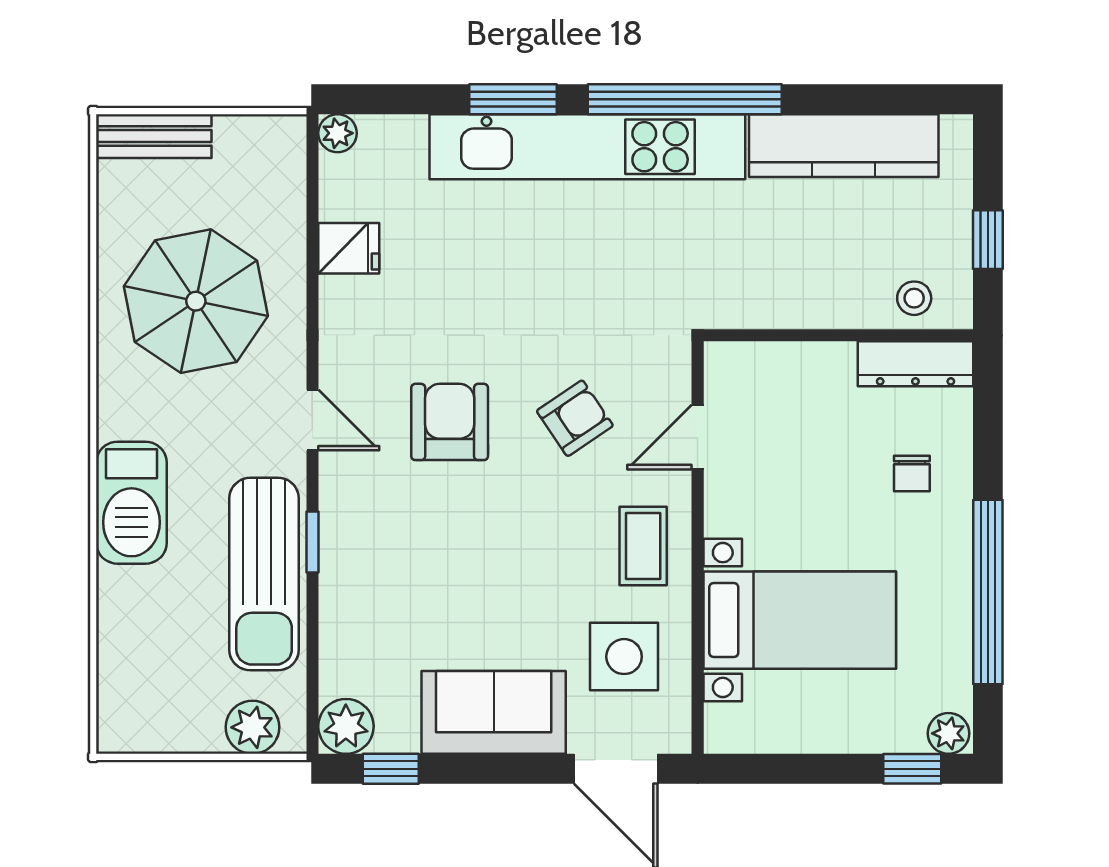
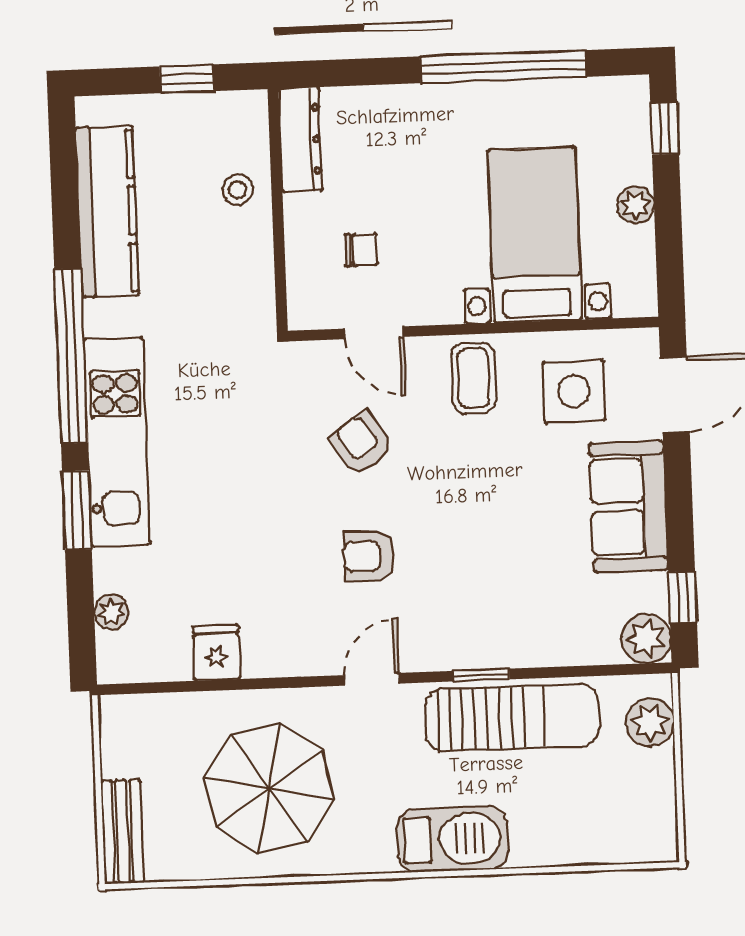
plant: (338, 133) -> (111, 612), moved
kitchen unit: (587, 147) -> (117, 442), width x0.73
stool: (914, 298) -> (238, 190), moved
armchair: (450, 422) -> (369, 556), width x0.72, depth x0.72
chair: (912, 473) -> (361, 250), moved
coffee table: (643, 546) -> (474, 378), turned 90
plant: (948, 733) -> (636, 205), moved

